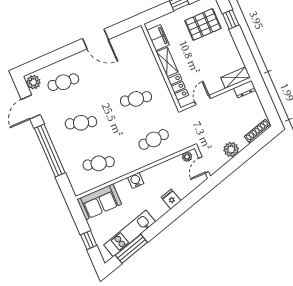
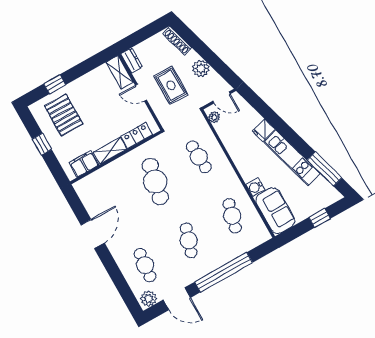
cafe table: (136, 99) -> (155, 181), width x1.37, depth x1.35
door: (202, 100) -> (141, 93), moved
rug: (219, 122) -> (171, 85), added
water cooler: (136, 180) -> (255, 187), moved
kitchen unit: (130, 233) -> (292, 158), moved

